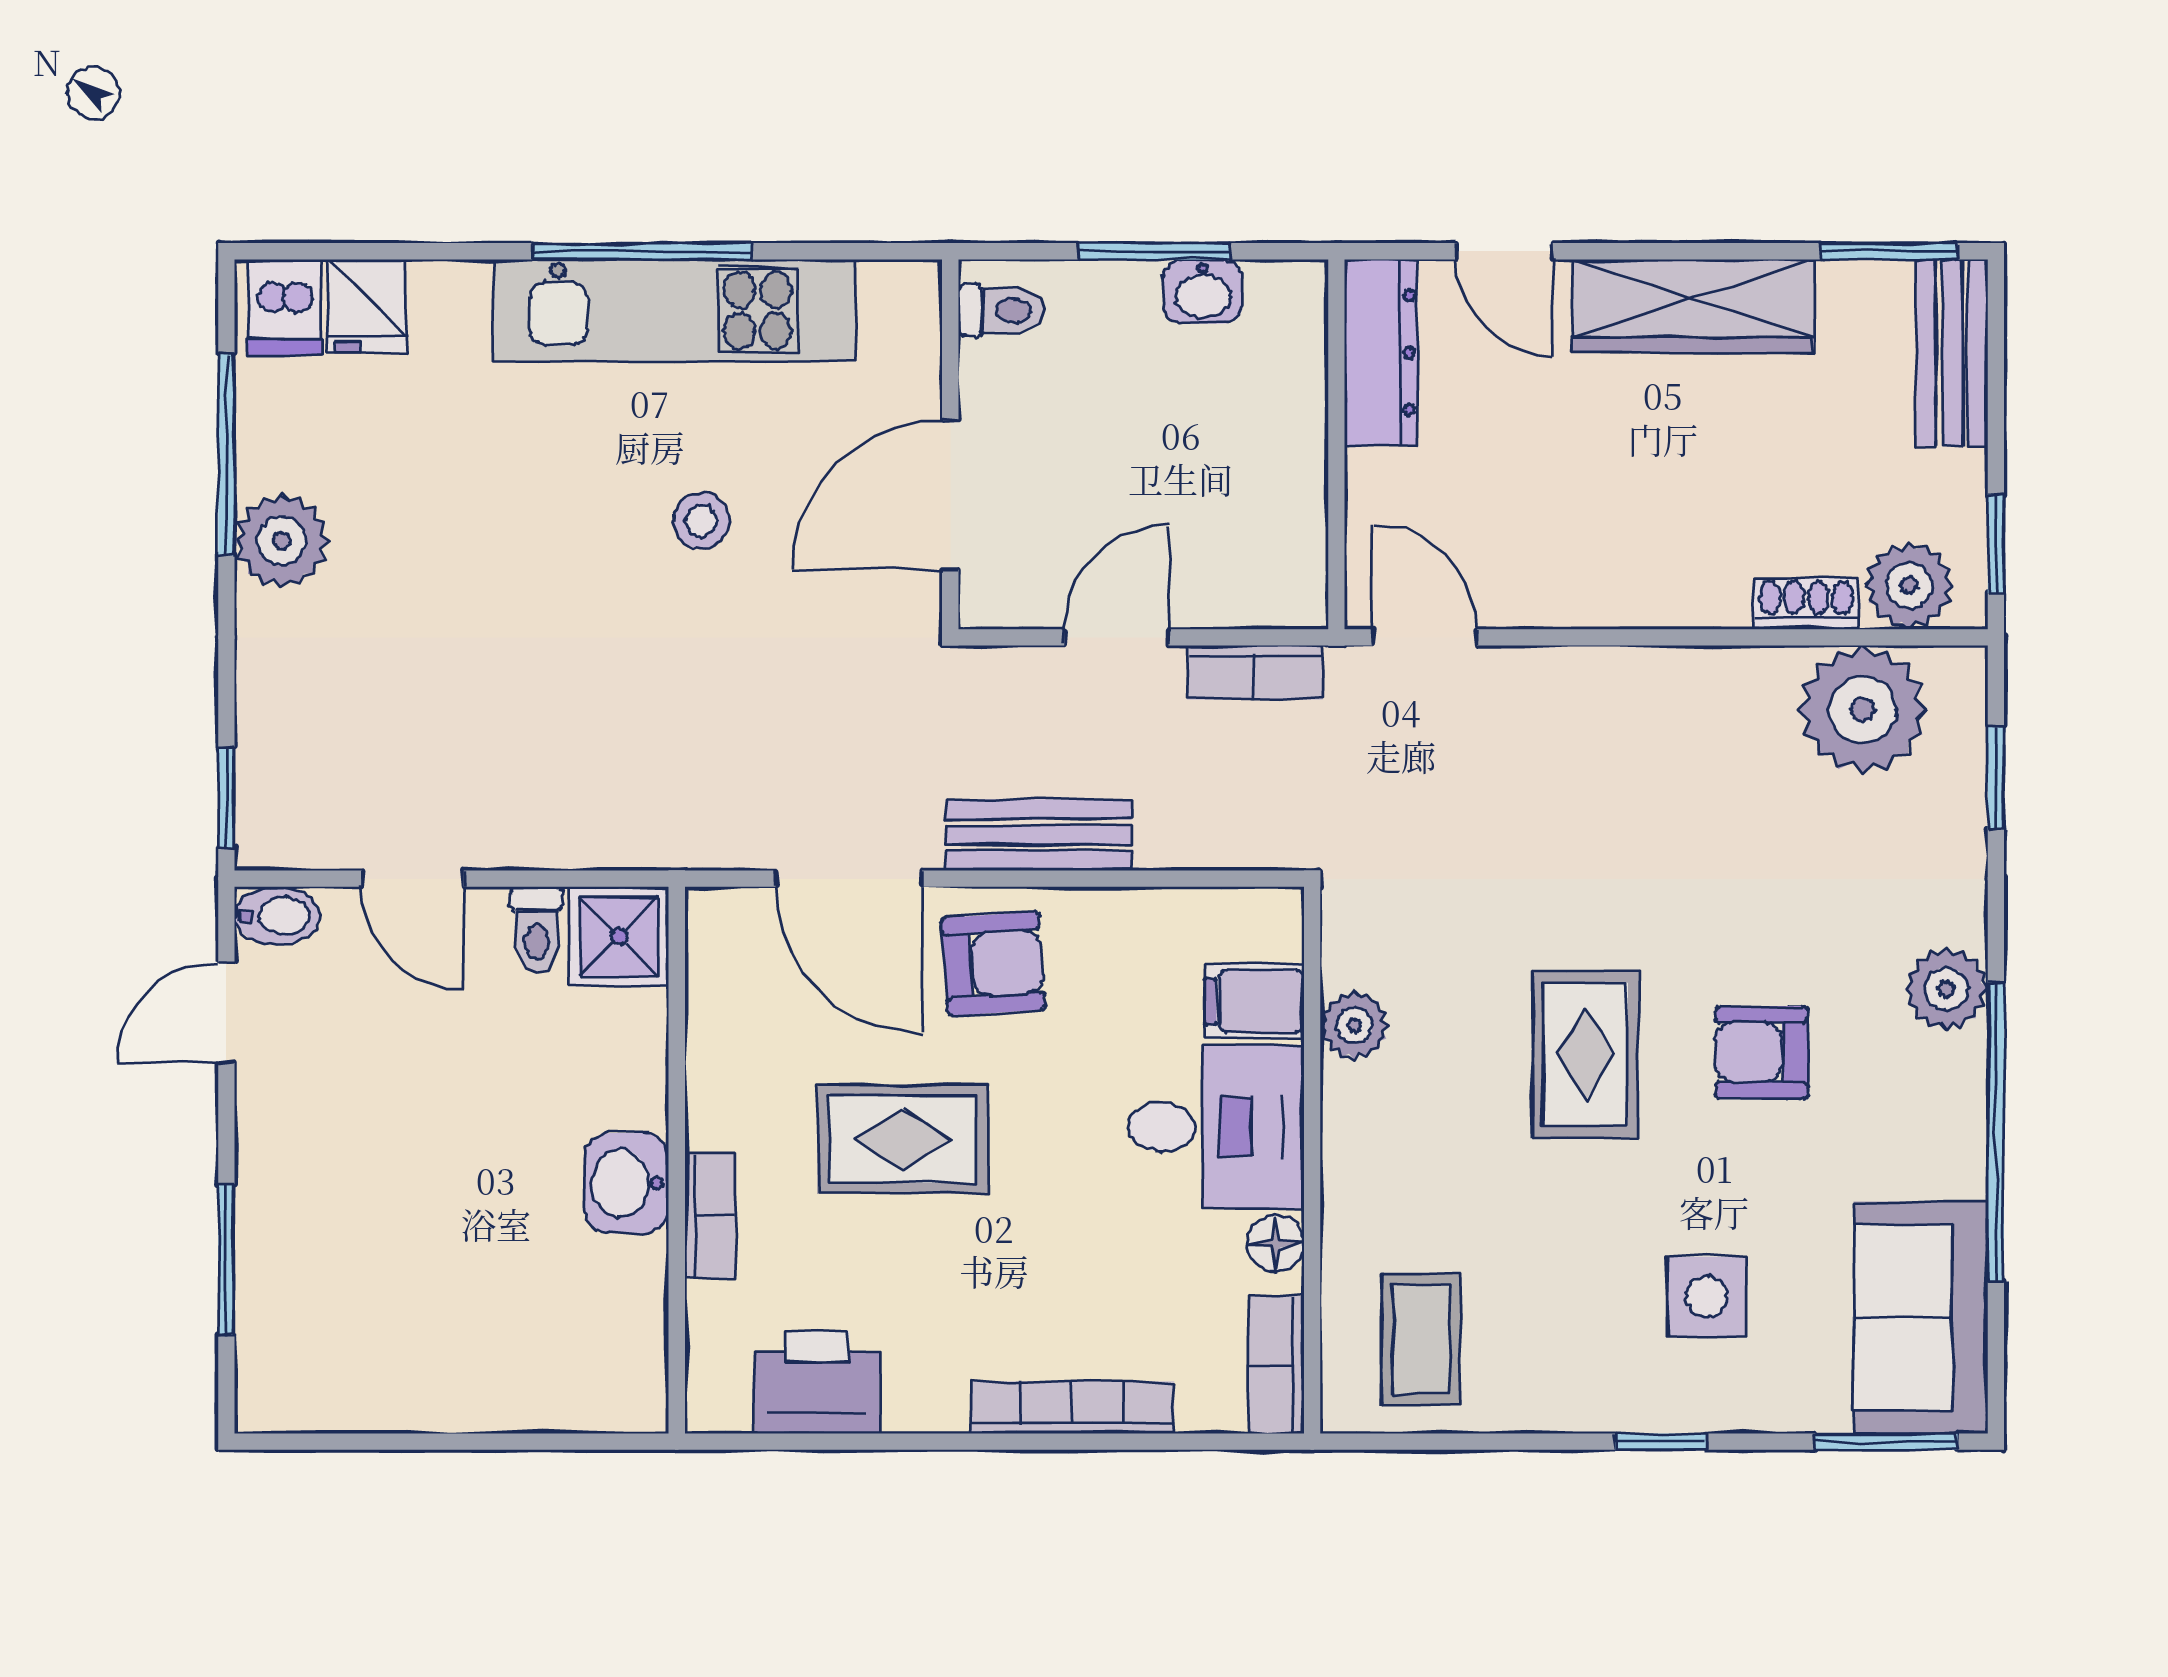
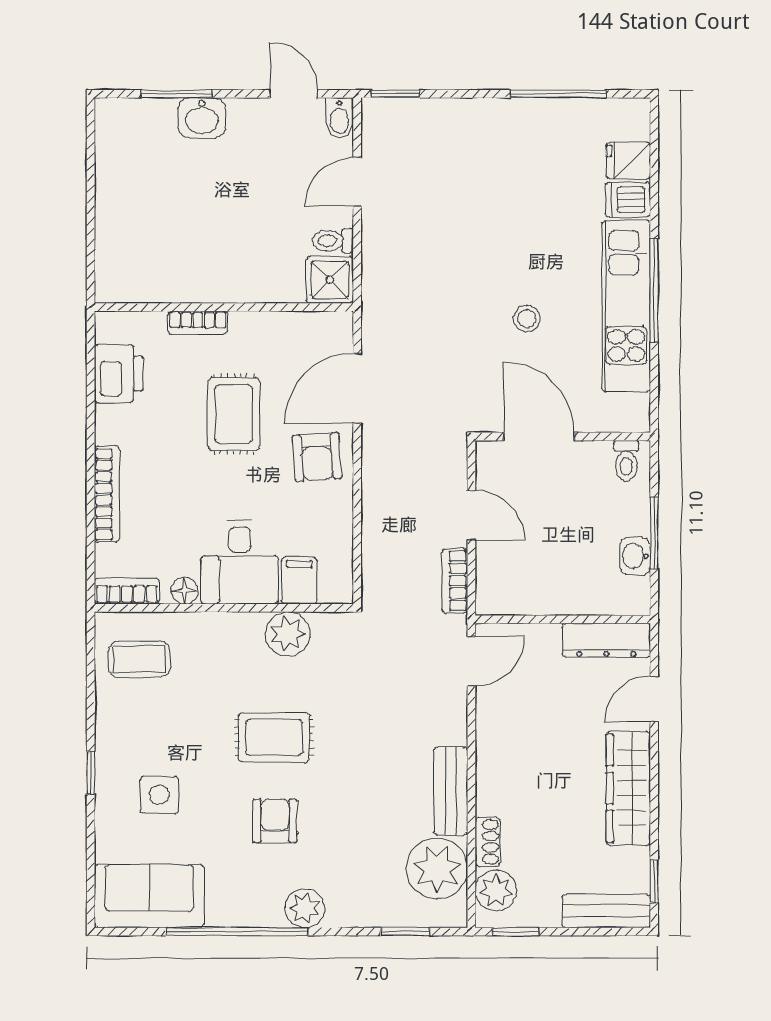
window: (1889, 251) -> (654, 881), width x0.67
dishwasher: (285, 307) -> (628, 200), moved
plant: (281, 541) -> (517, 120), removed
bench: (1039, 835) -> (451, 791), moved
plant: (1354, 1025) -> (288, 634), width x1.38, depth x1.38
washbasin: (626, 1183) -> (202, 118), moved, turned 180
window: (1886, 1442) -> (91, 880), removed

